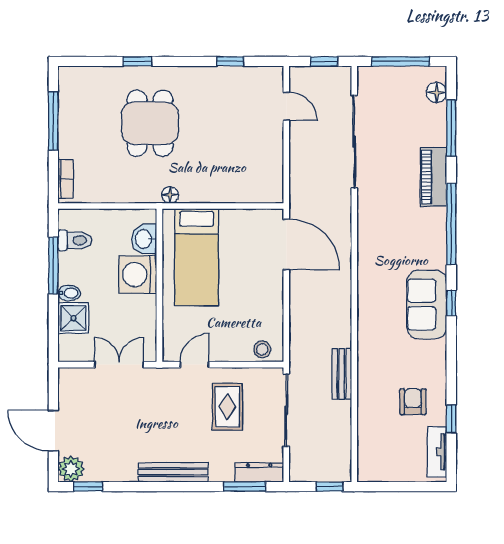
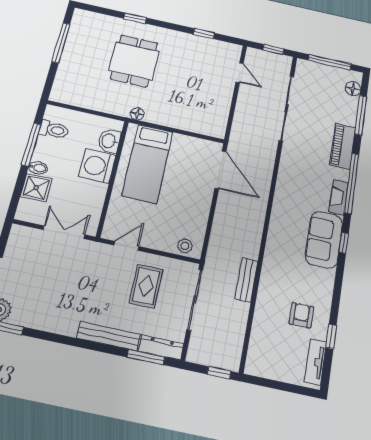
bookcase: (66, 179) -> (59, 84), removed
fireplace: (437, 246) -> (339, 197), added
bench: (173, 472) -> (109, 336), moved

